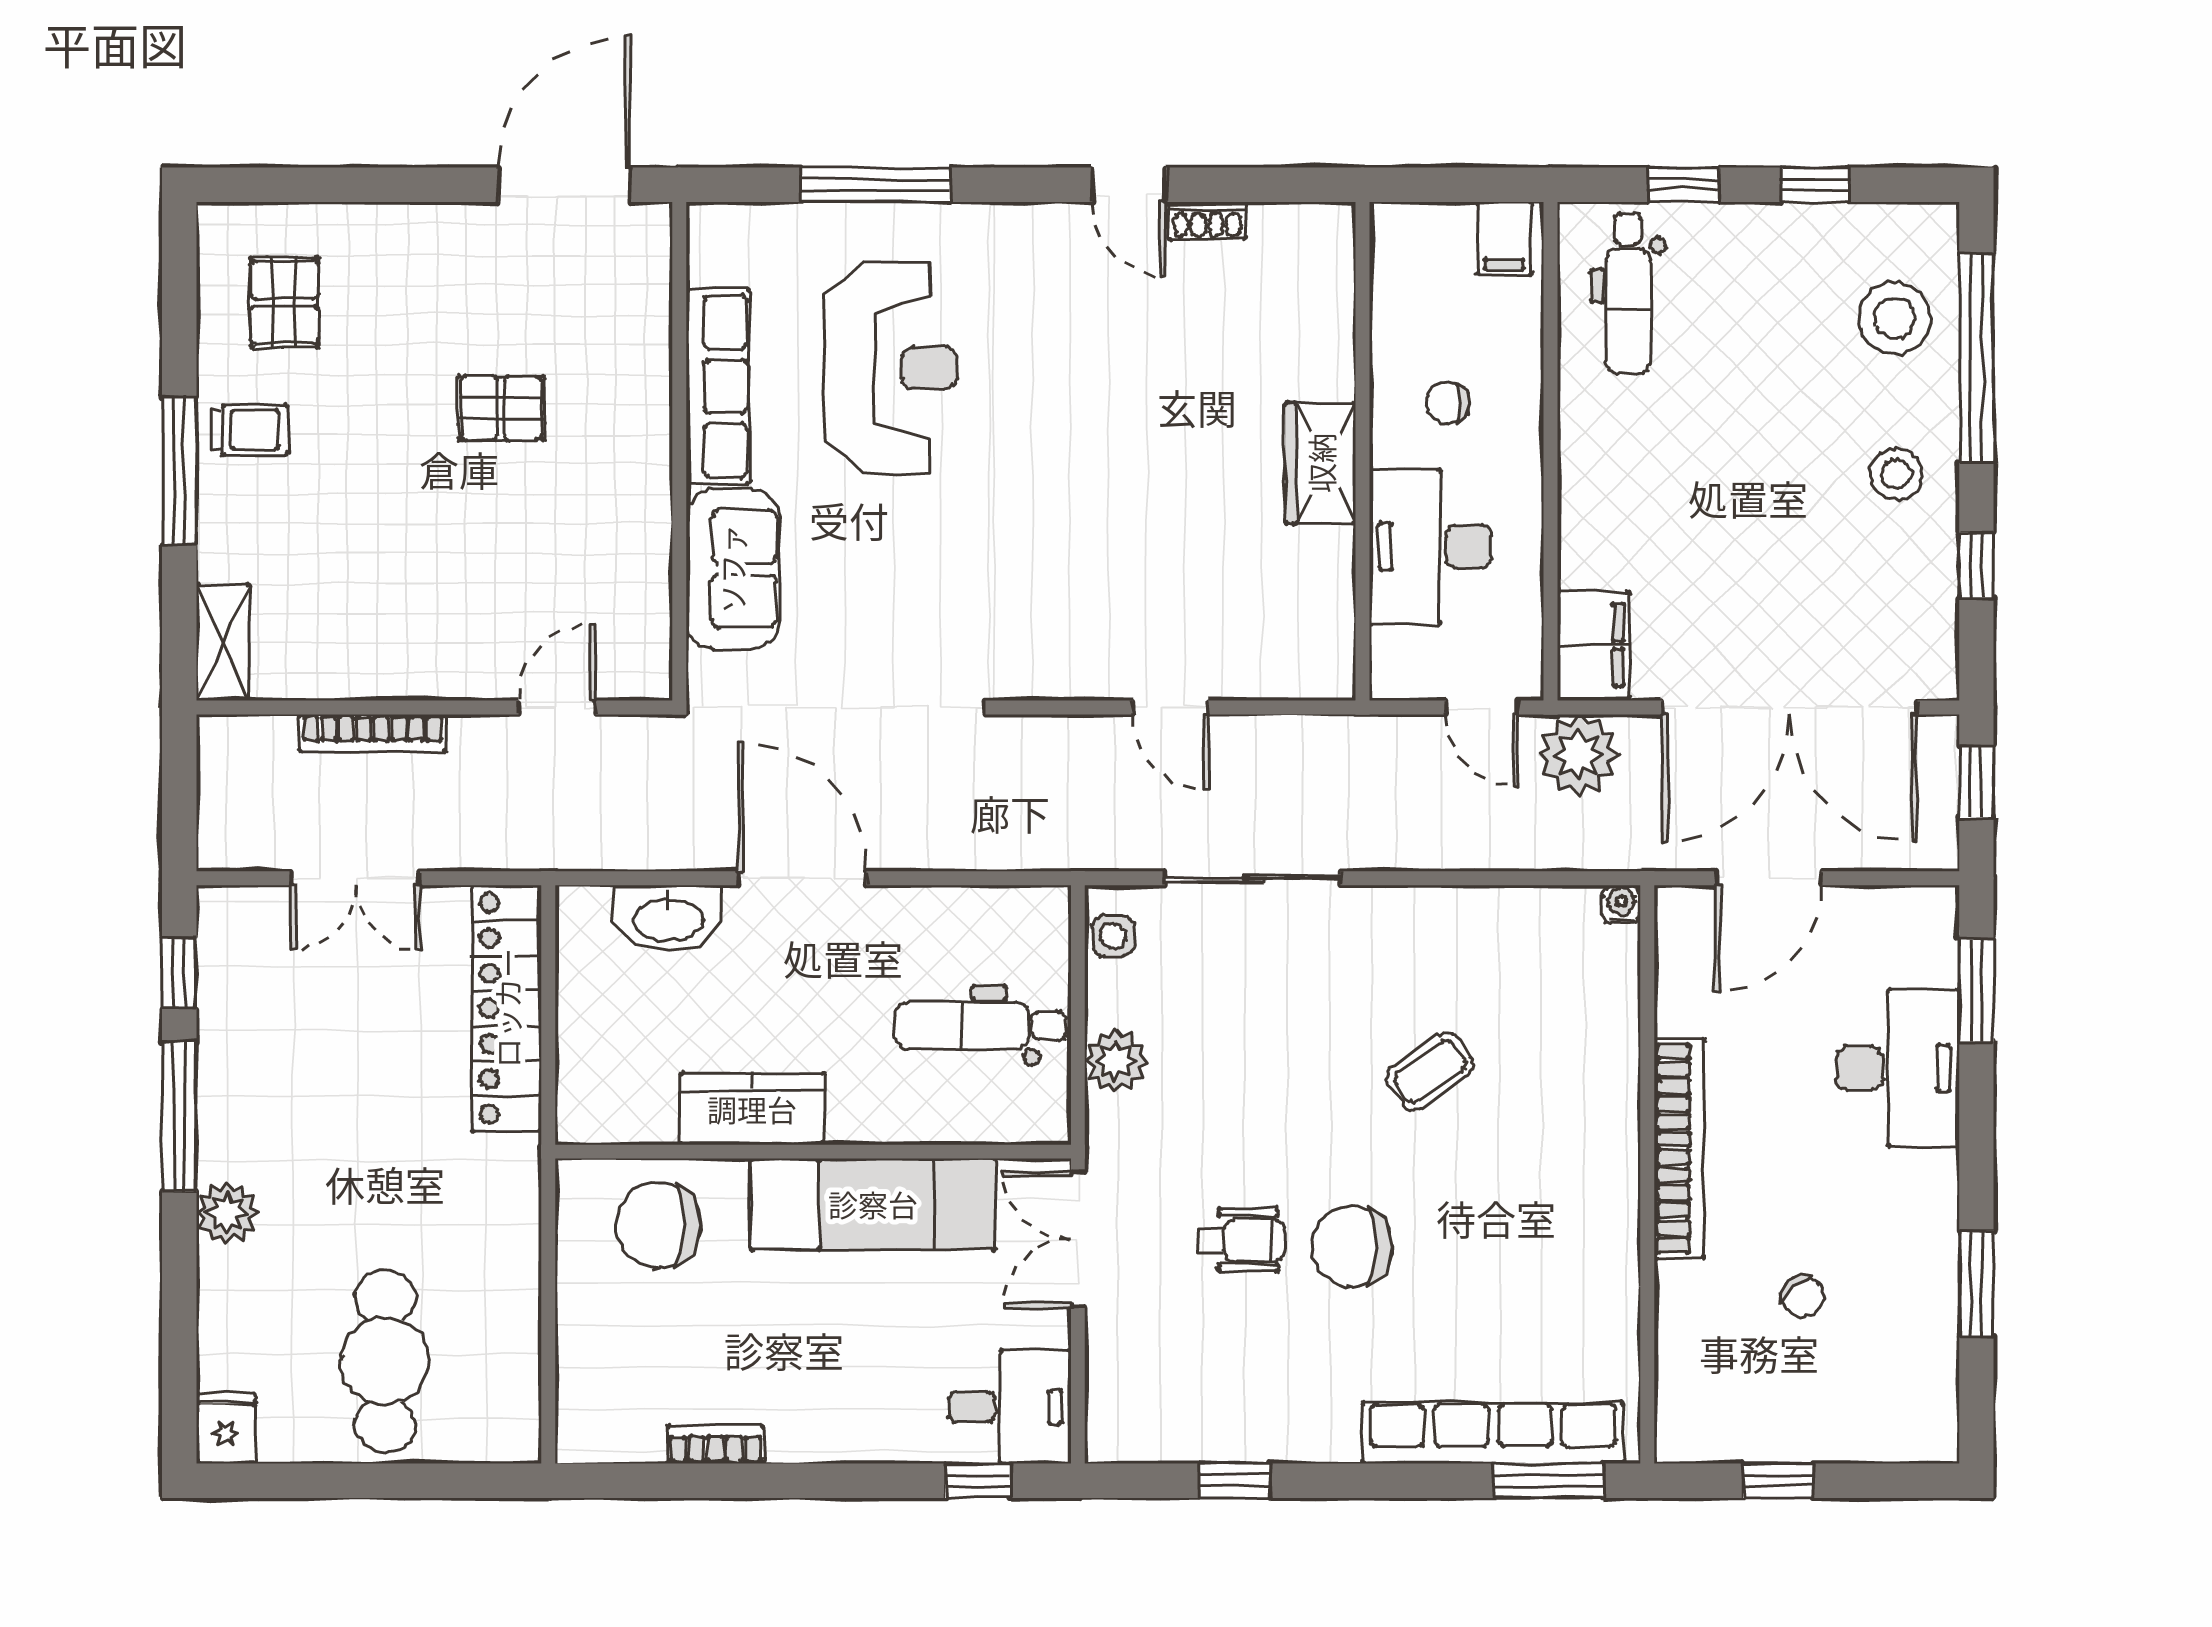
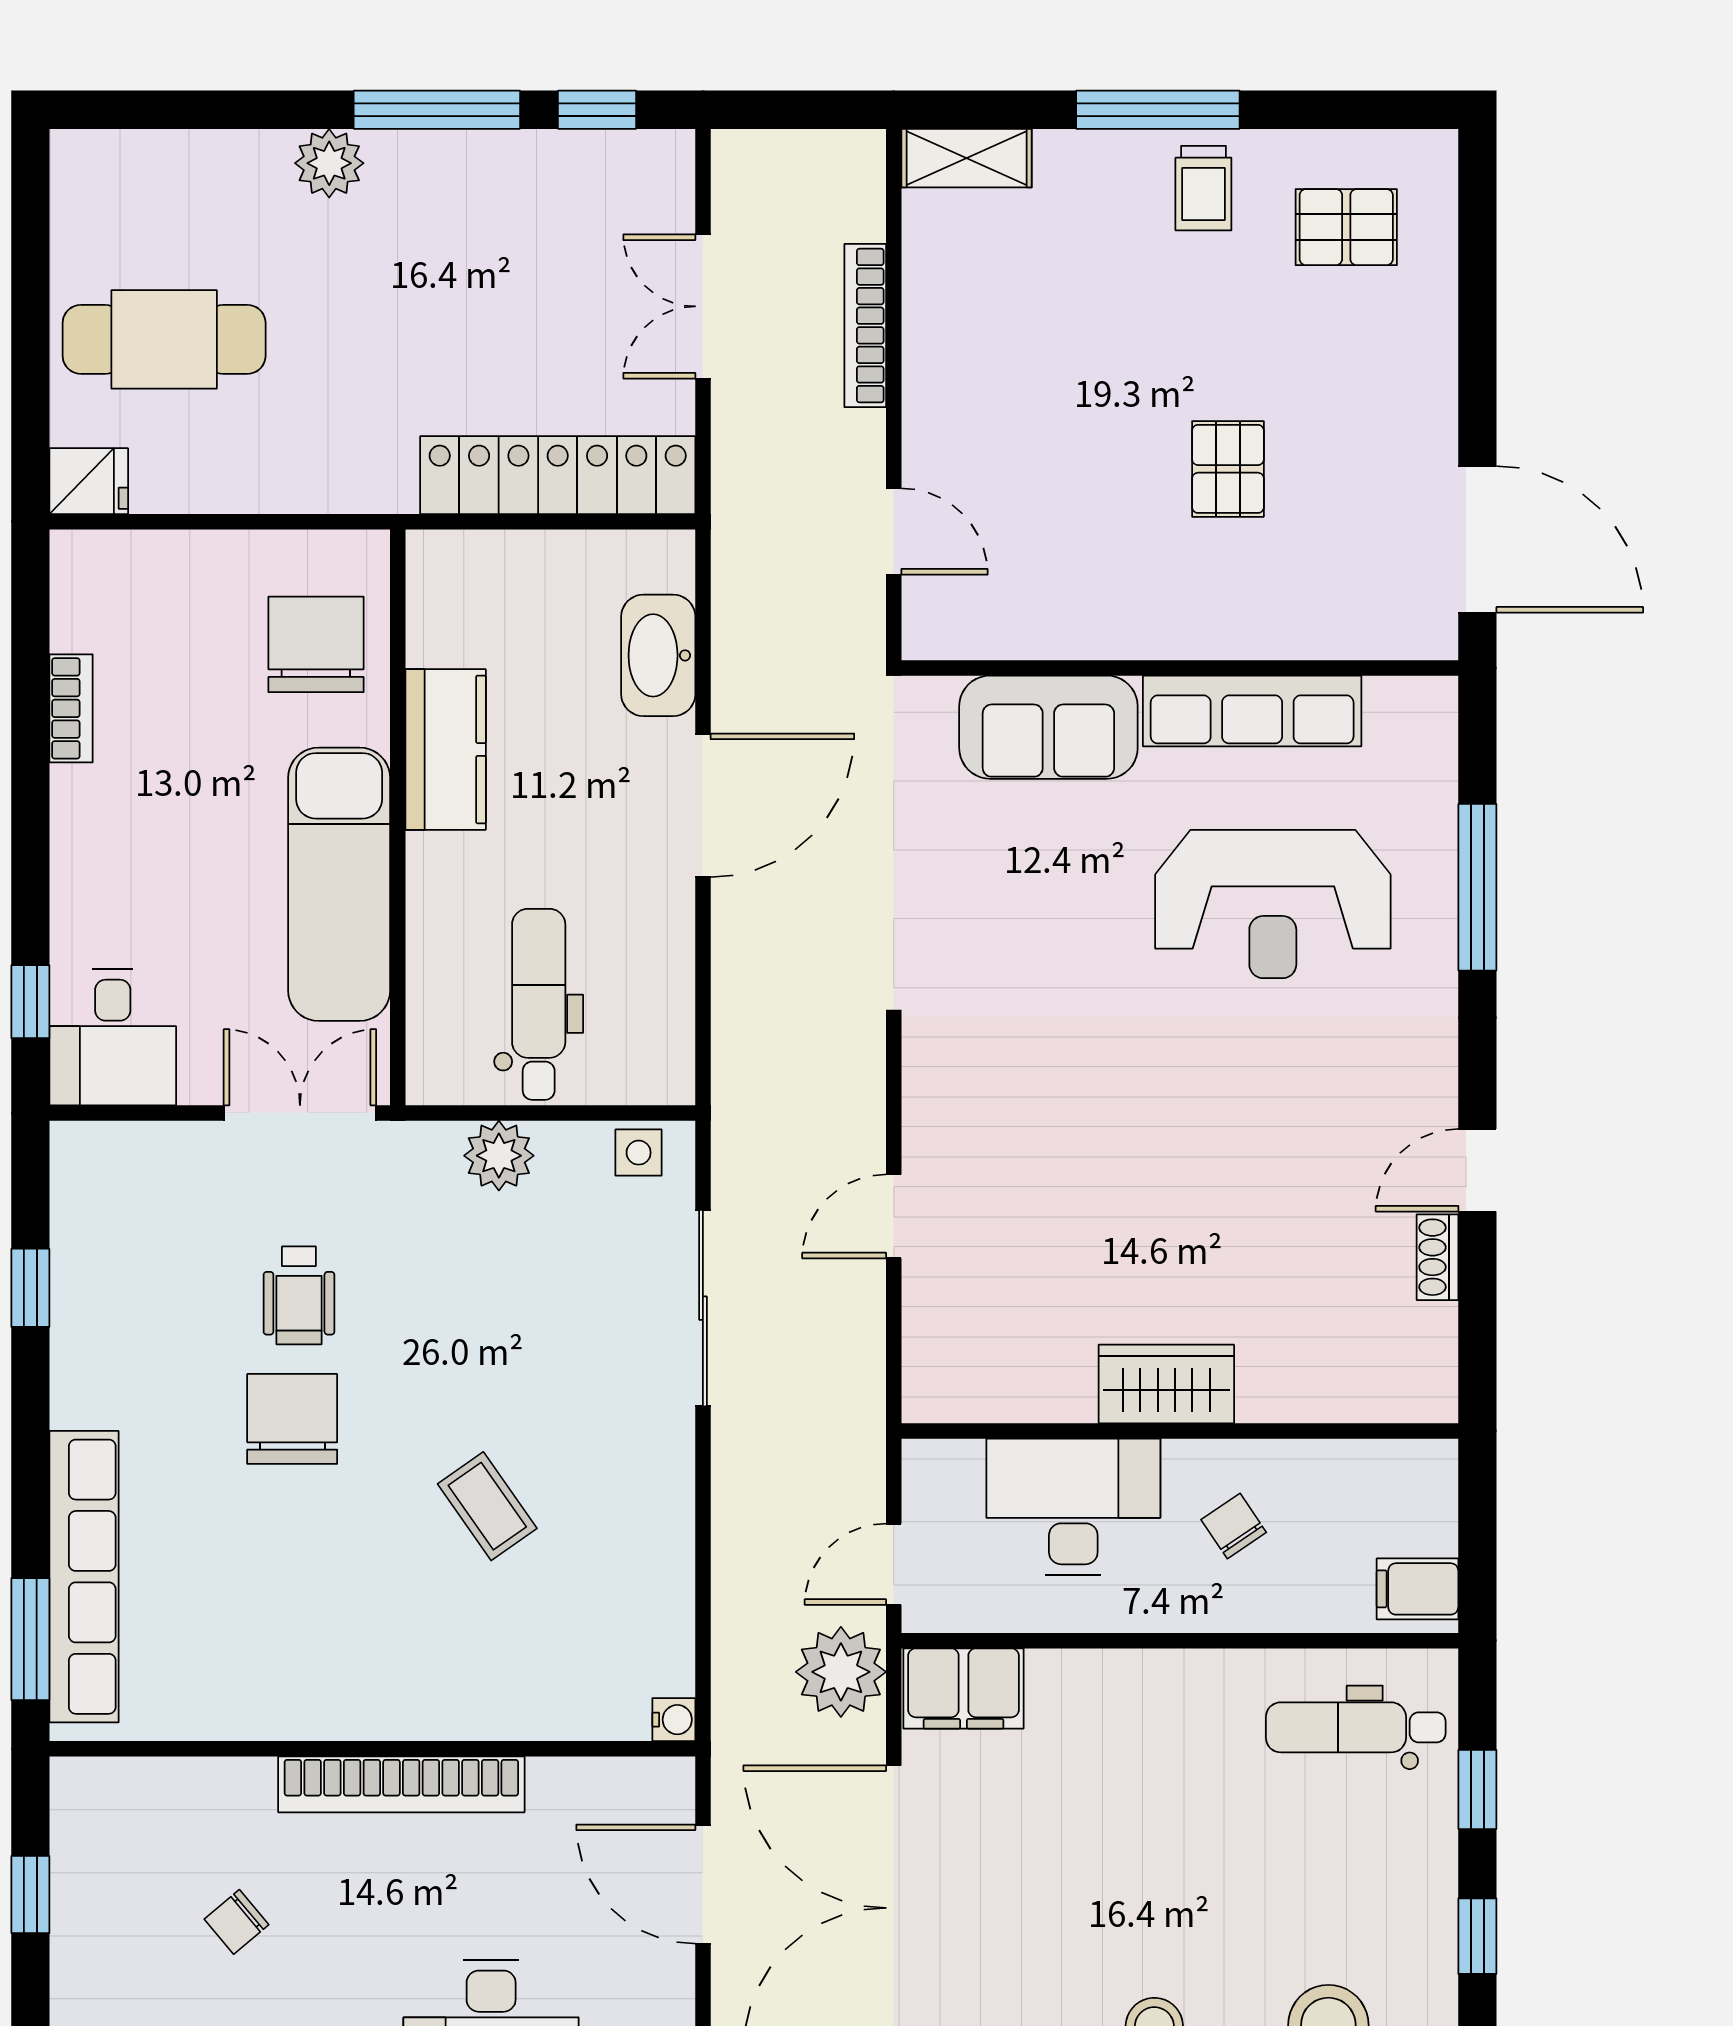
chair: (1448, 403) -> (1234, 1526), turned -34
fridge: (226, 1428) -> (89, 481), moved

